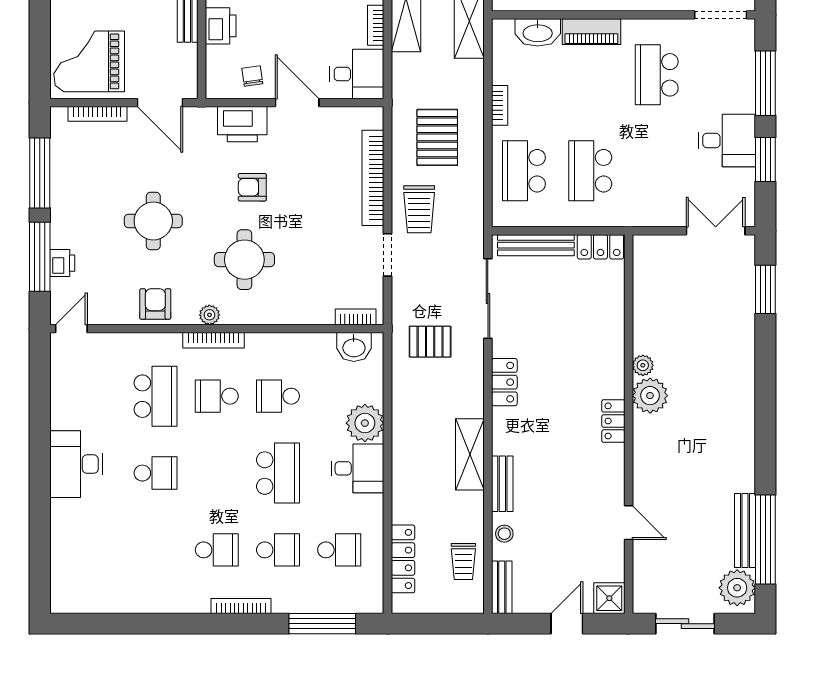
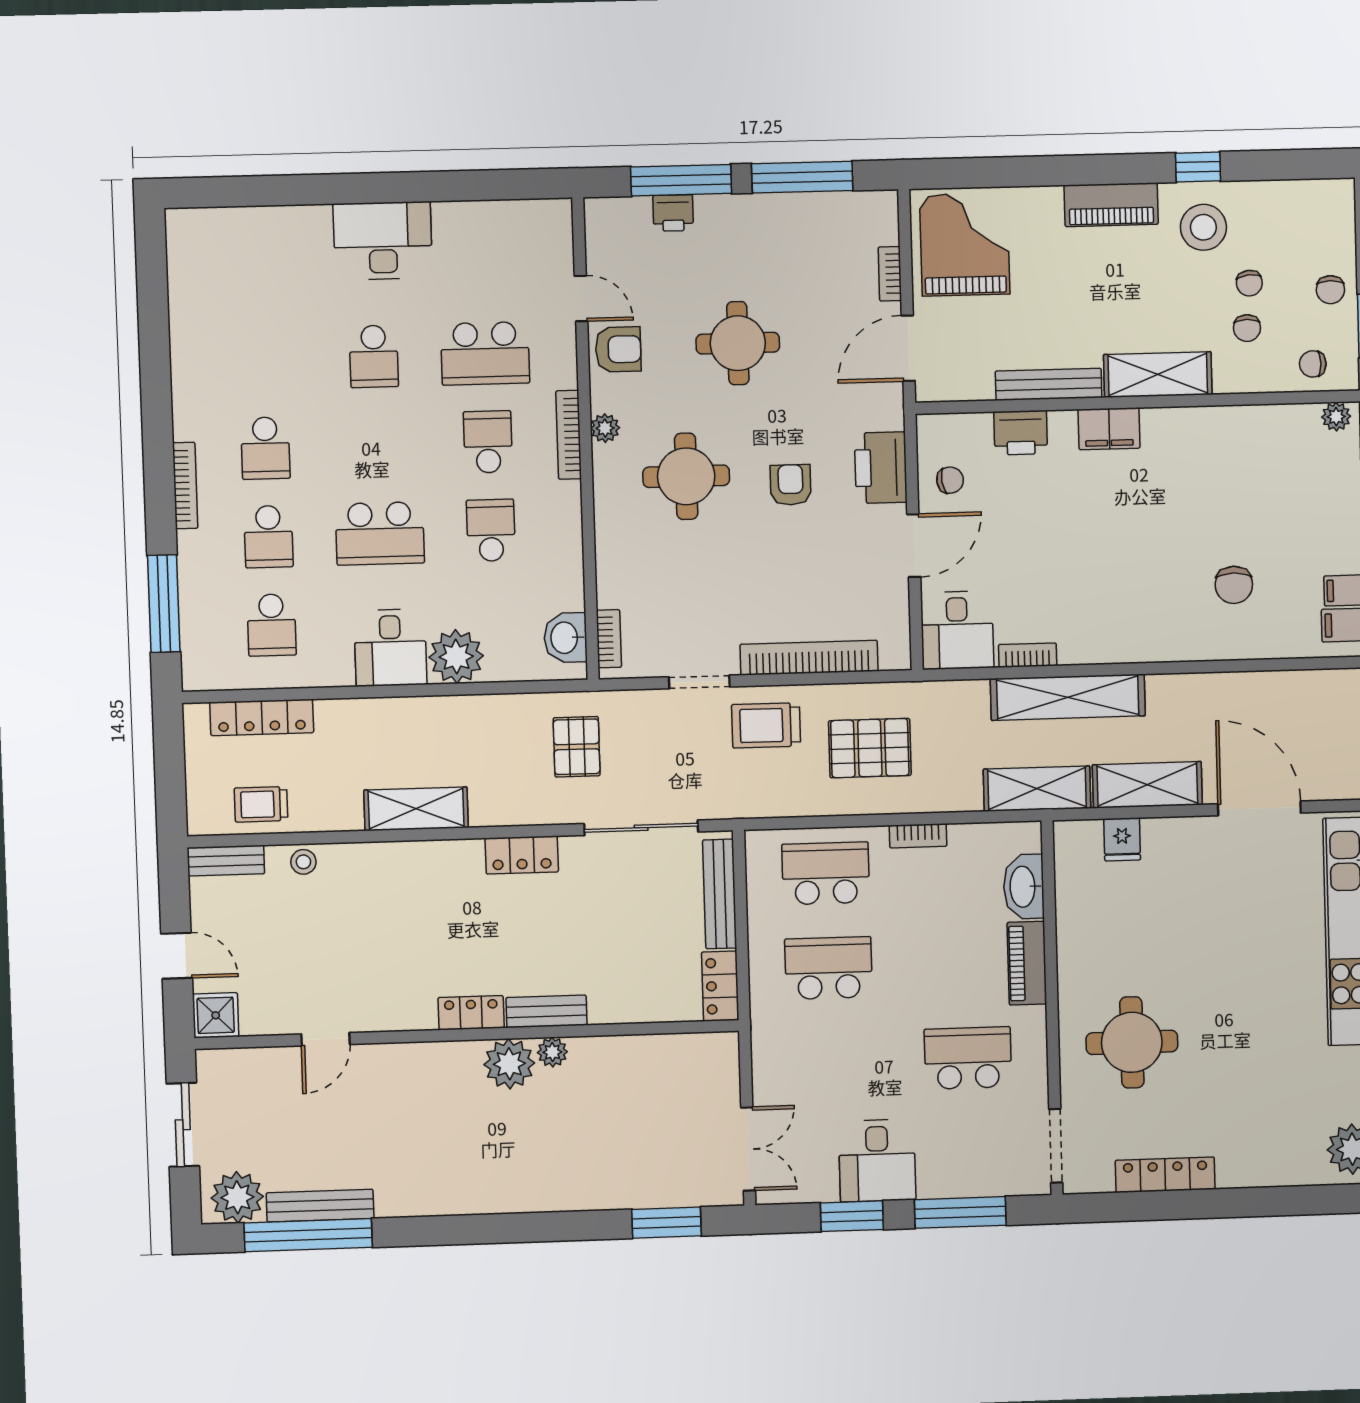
bookcase: (97, 114) -> (890, 274), width x0.64
door: (71, 329) -> (581, 299), moved
bench: (502, 484) -> (546, 1011), moved

